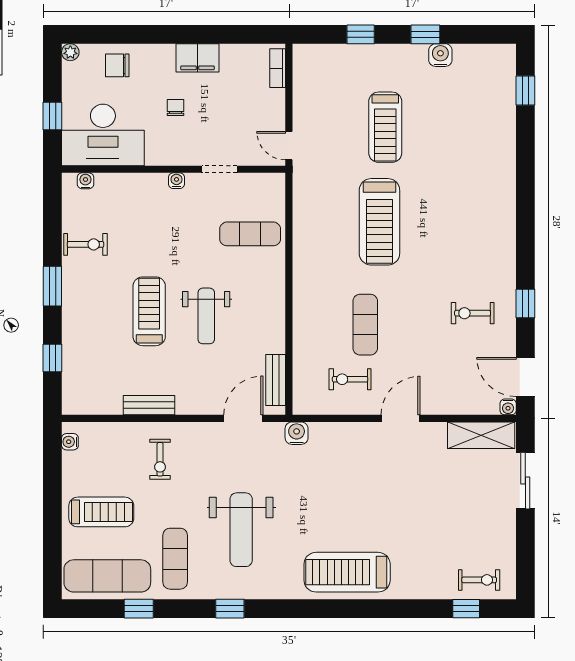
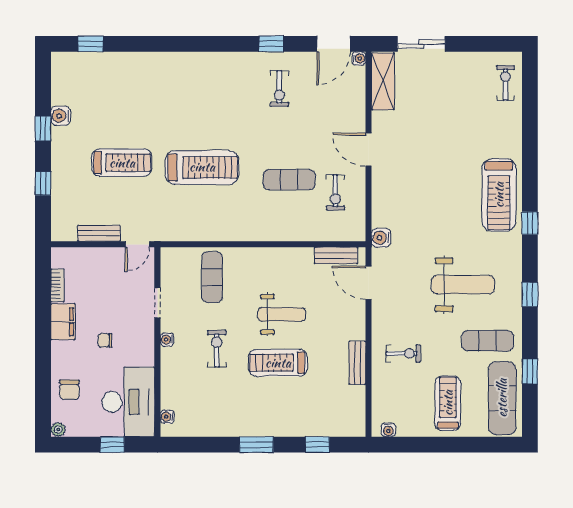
bookcase: (278, 68) -> (57, 285), moved, turned -90
bench: (302, 100) -> (99, 233), added
exercise bike: (85, 244) -> (217, 349), moved
window: (466, 609) -> (530, 223), moved

